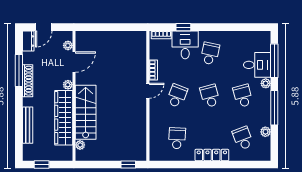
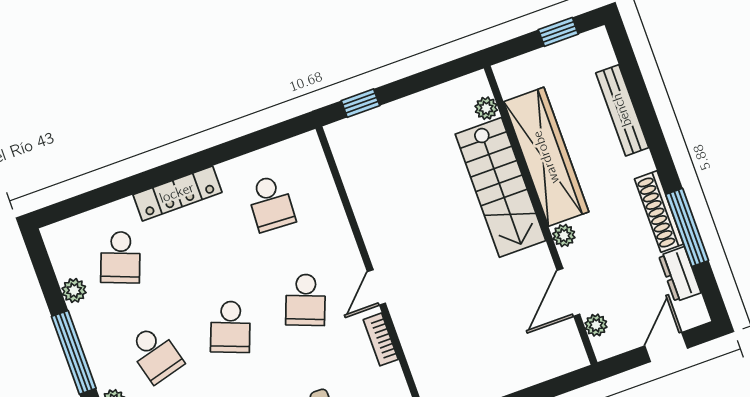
dresser: (28, 41) -> (680, 274), moved
school desk: (210, 96) -> (230, 327), turned 36
school desk: (243, 138) -> (121, 257), turned 42

